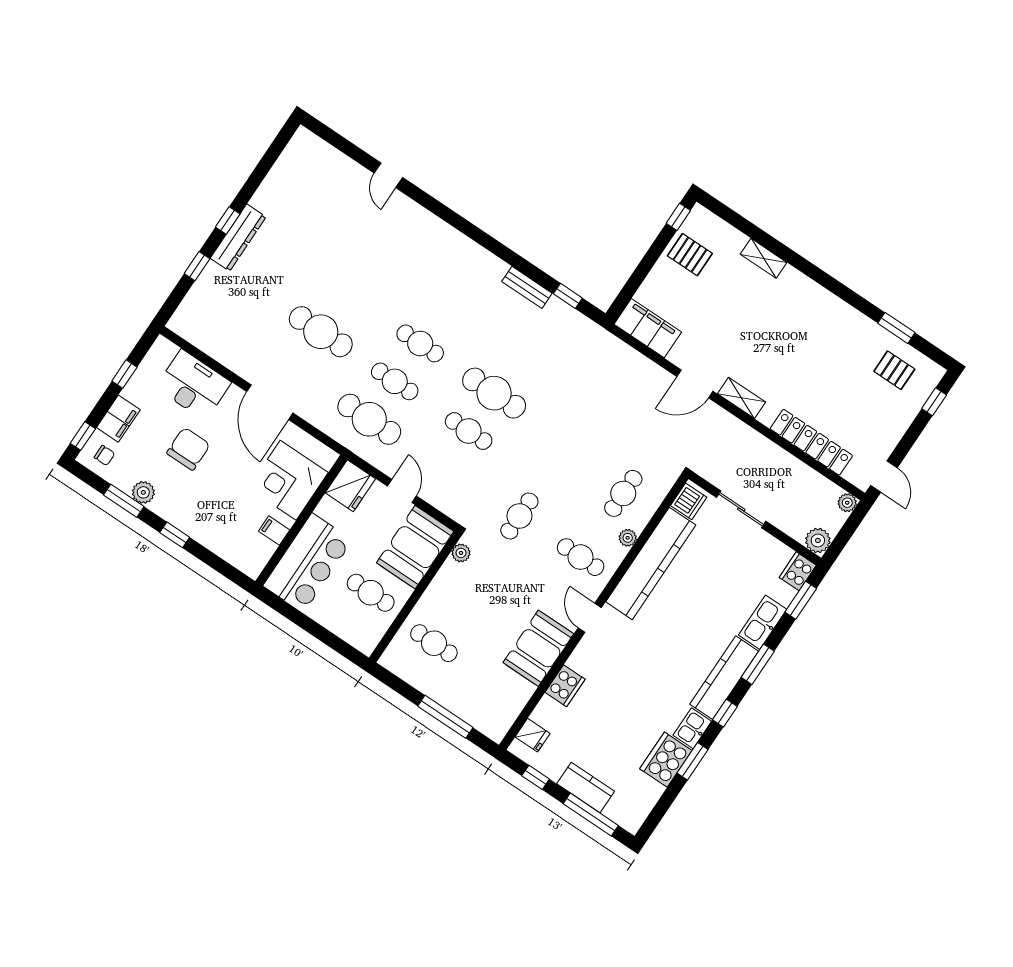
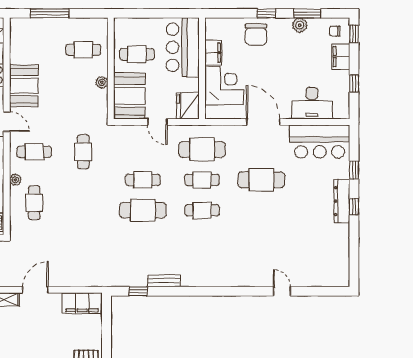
bar counter: (216, 331) -> (320, 142), added
chair: (188, 449) -> (256, 35), moved
filing cabinet: (274, 531) -> (213, 53), width x2.00
plant: (461, 553) -> (102, 82), moved

